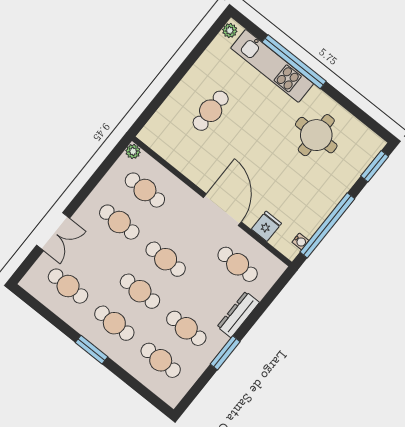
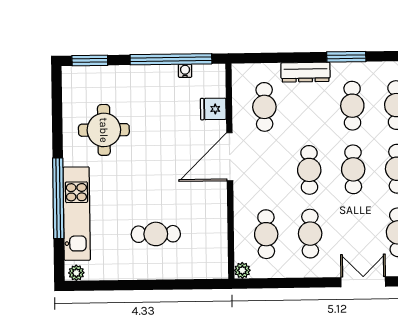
water cooler: (300, 241) -> (185, 71), moved

